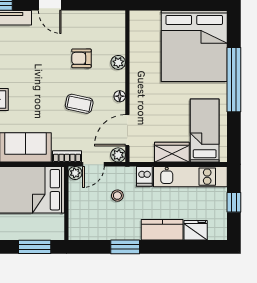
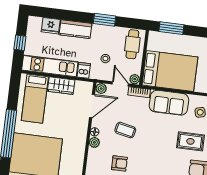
plant: (118, 62) -> (94, 142), moved
door: (93, 164) -> (120, 84), hinge flipped
cafe table: (84, 219) -> (132, 44), added

